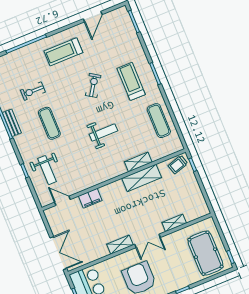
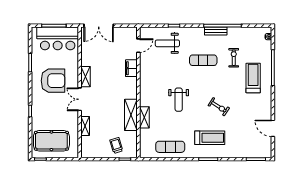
treadmill: (63, 52) -> (253, 78), moved
trolley: (178, 165) -> (116, 145), moved

